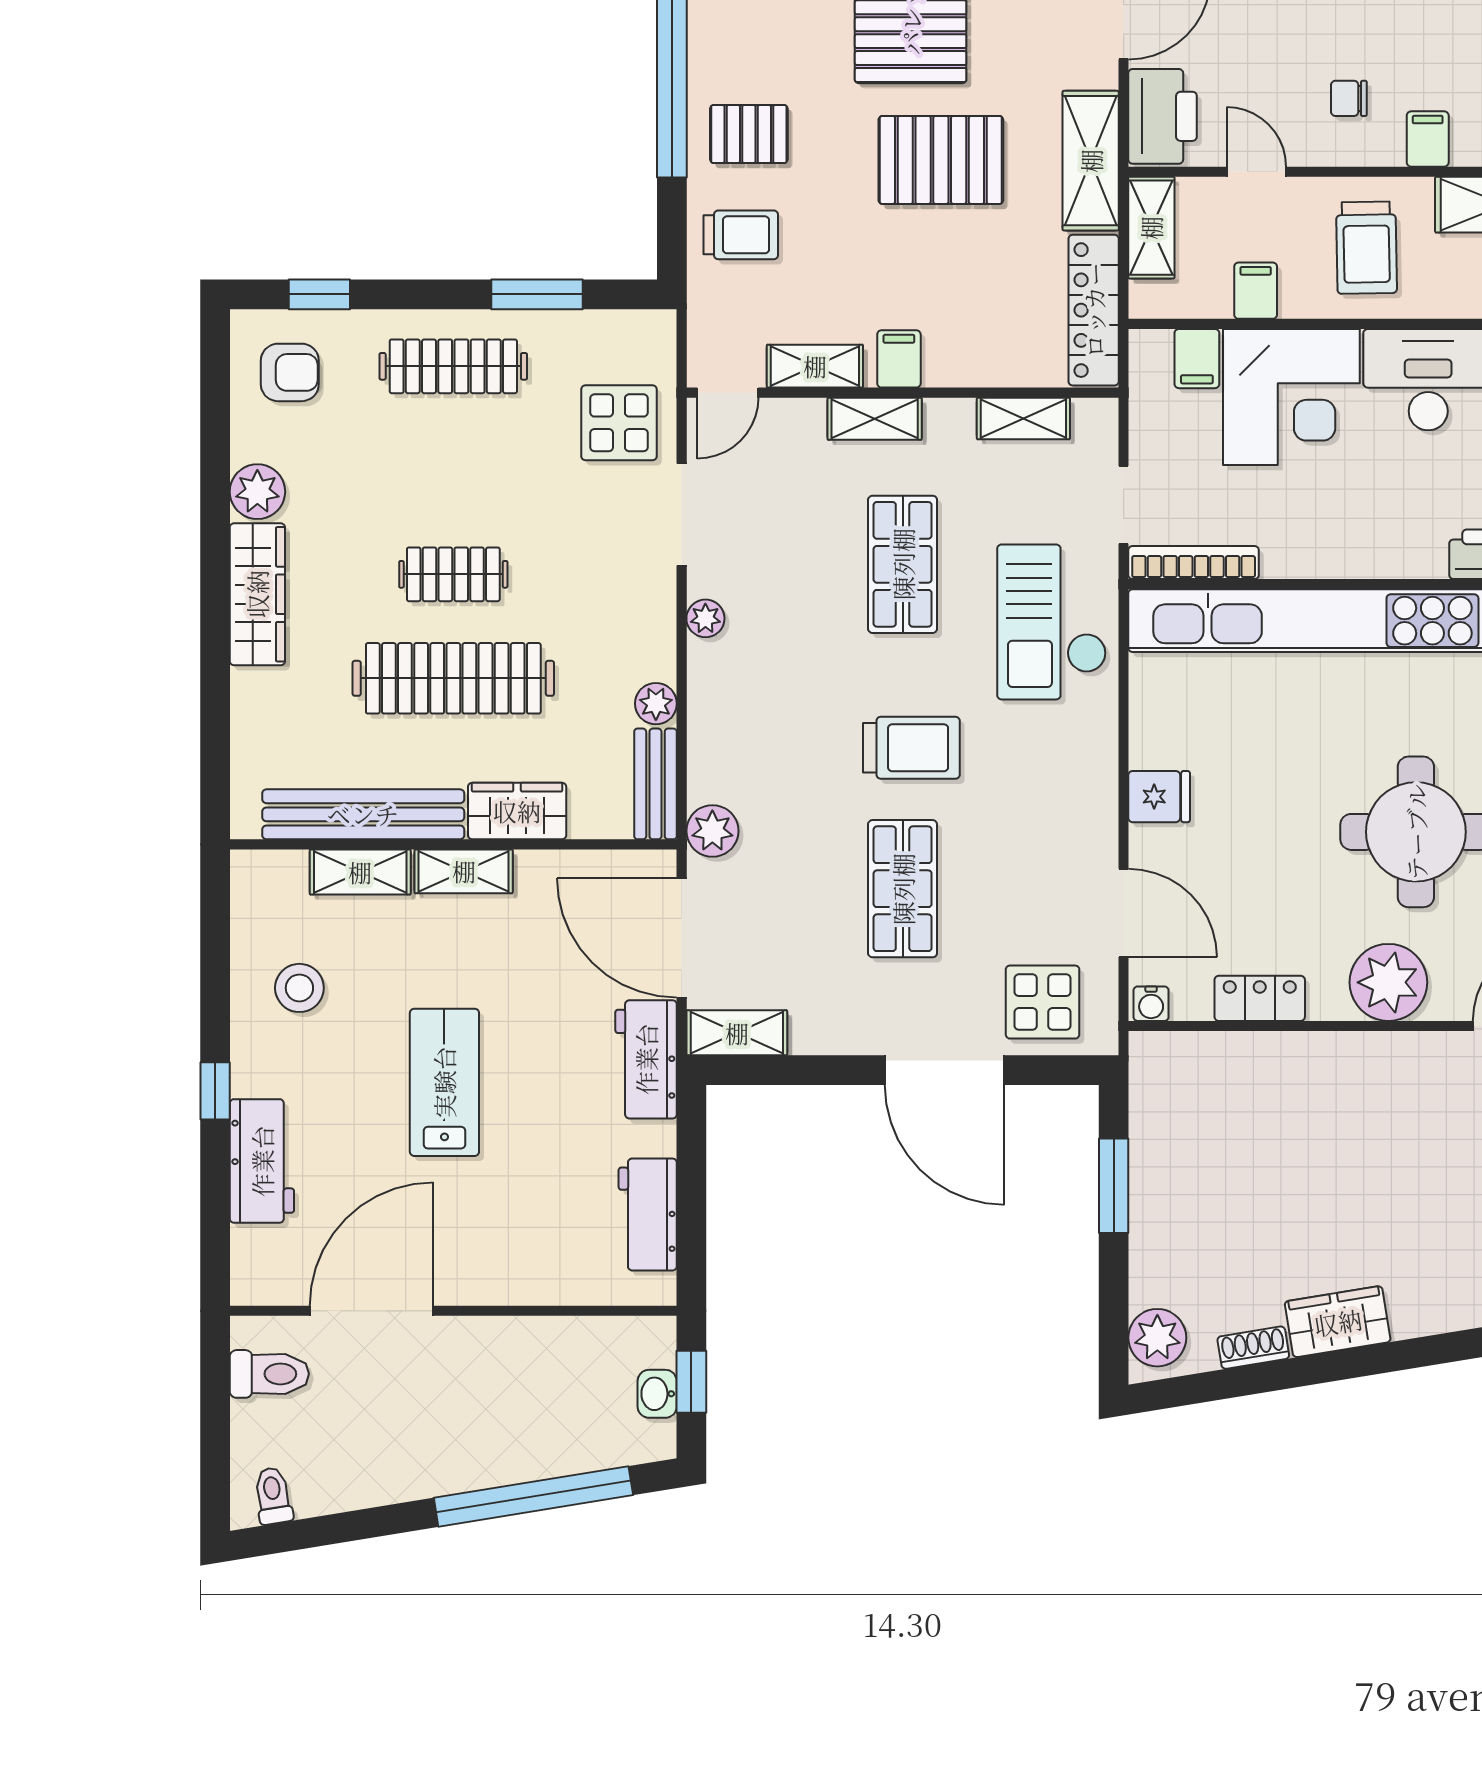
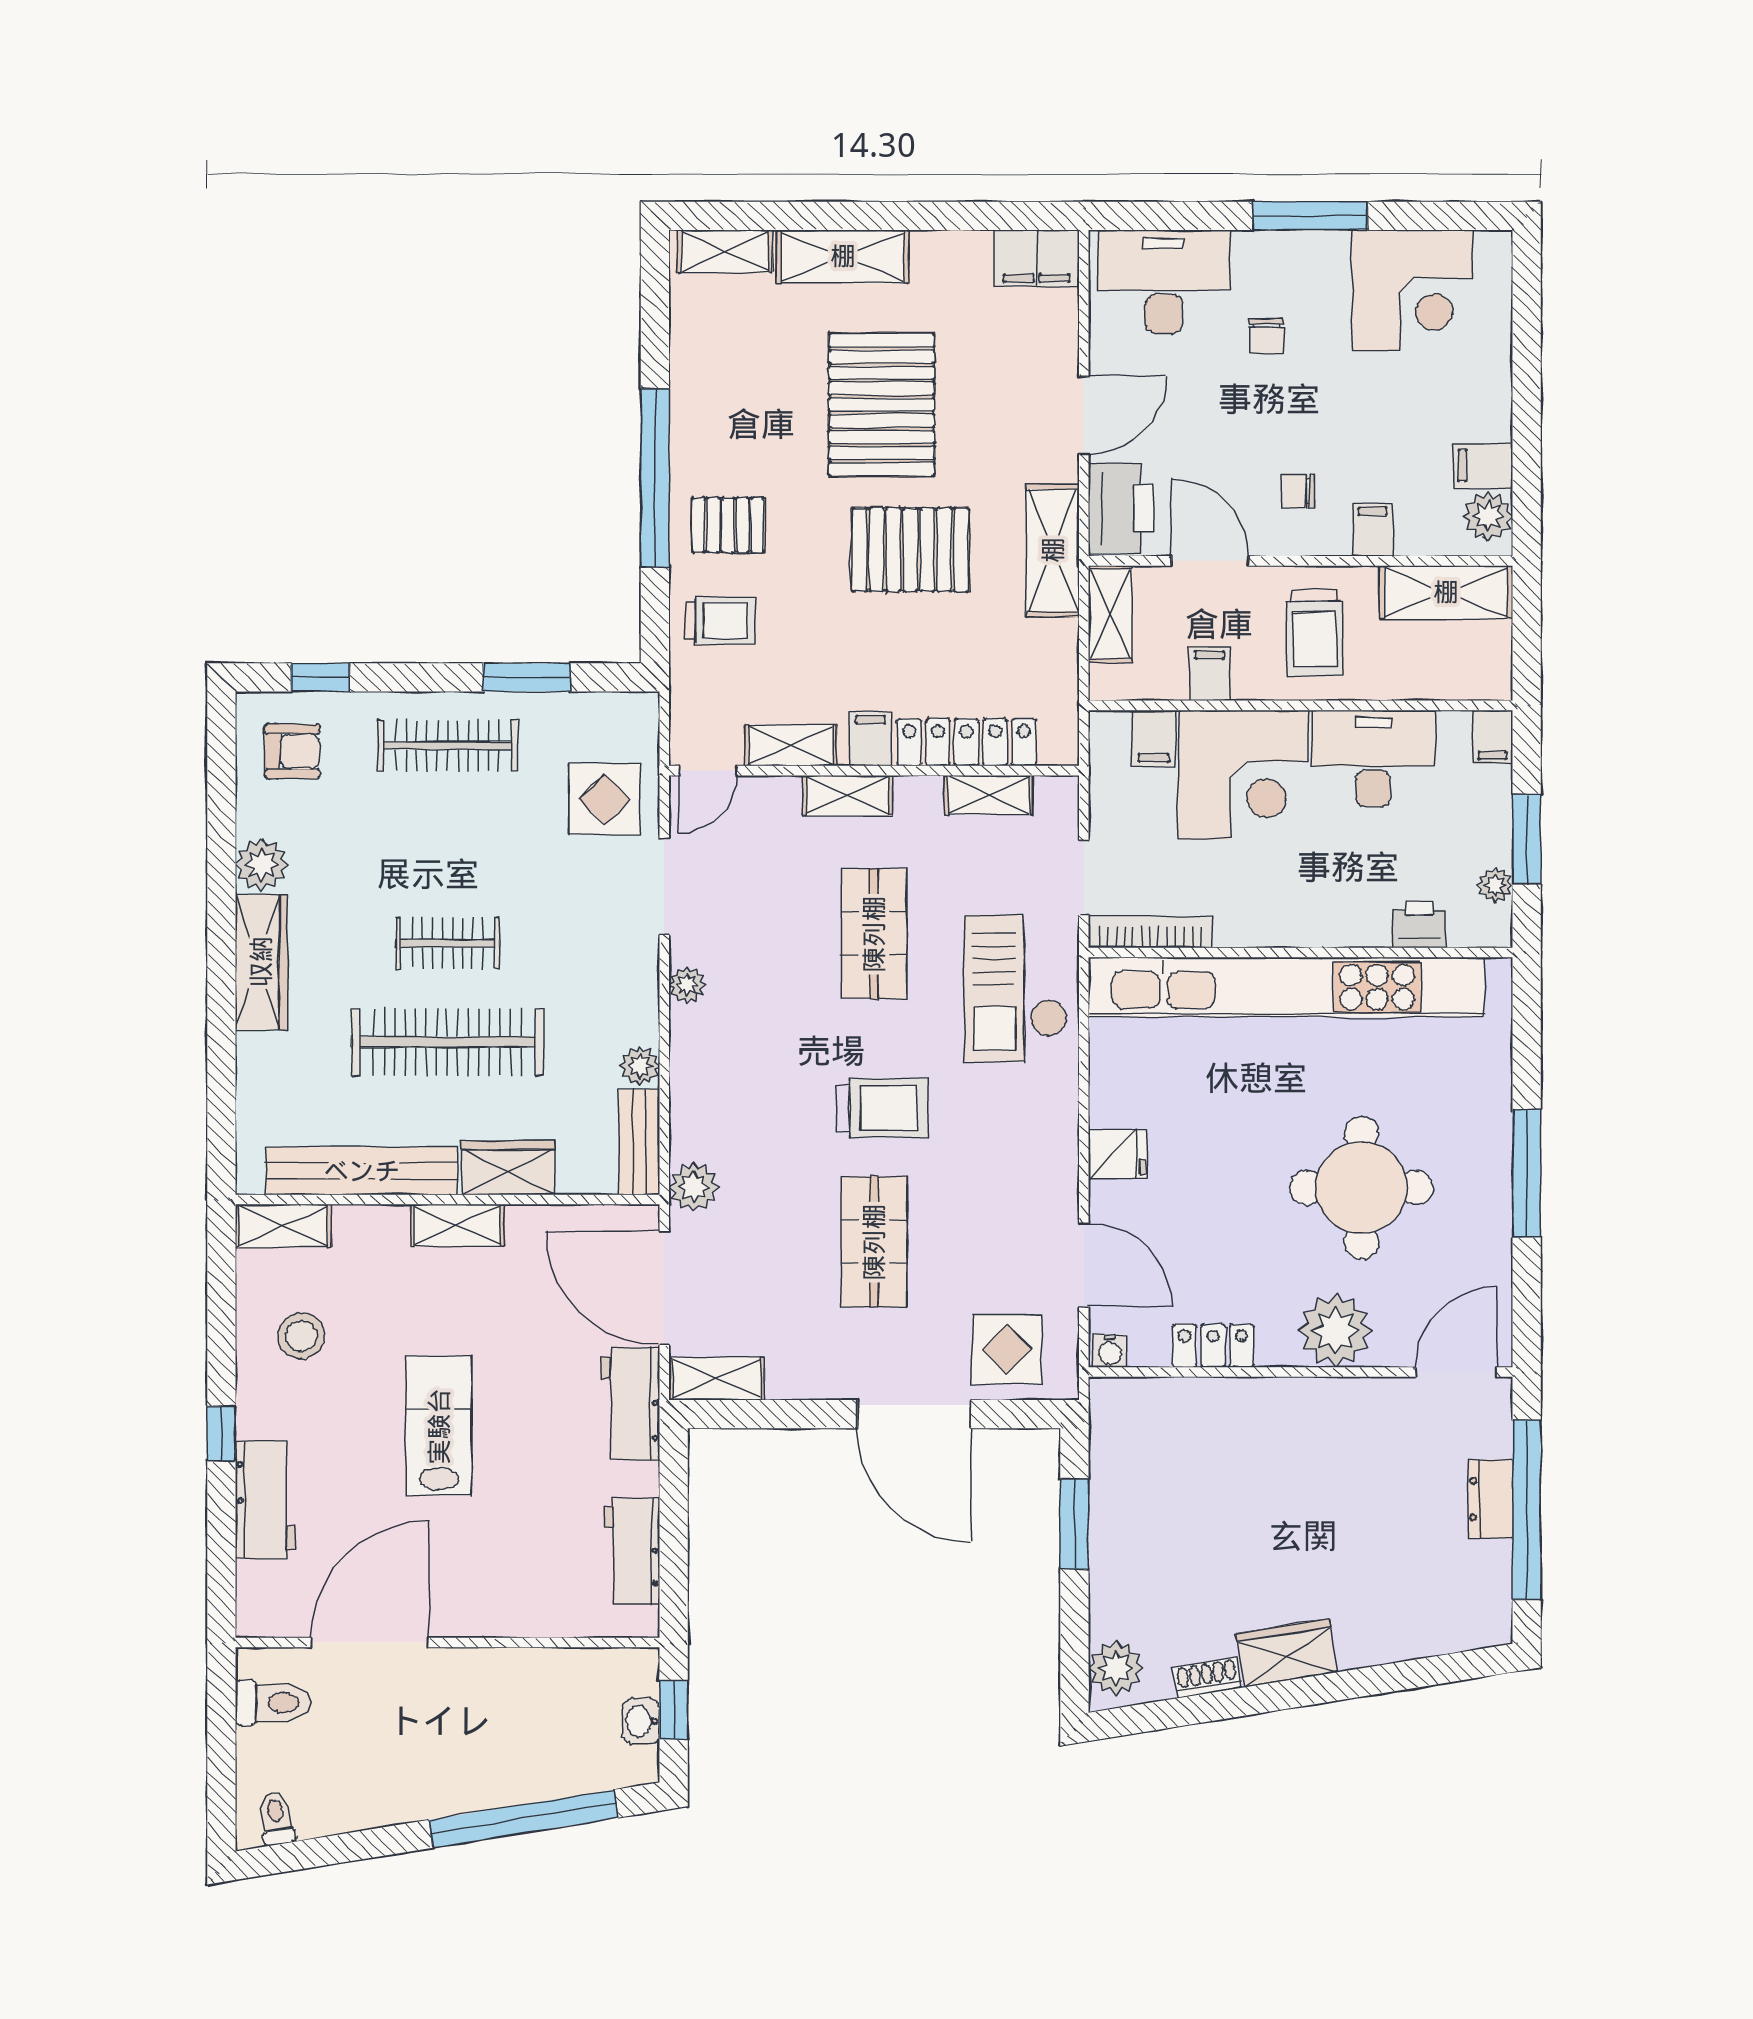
door: (1256, 172) -> (1210, 561), width x1.37
locker: (1094, 310) -> (967, 742), moved, turned 90
shelving: (360, 872) -> (283, 1226), moved

